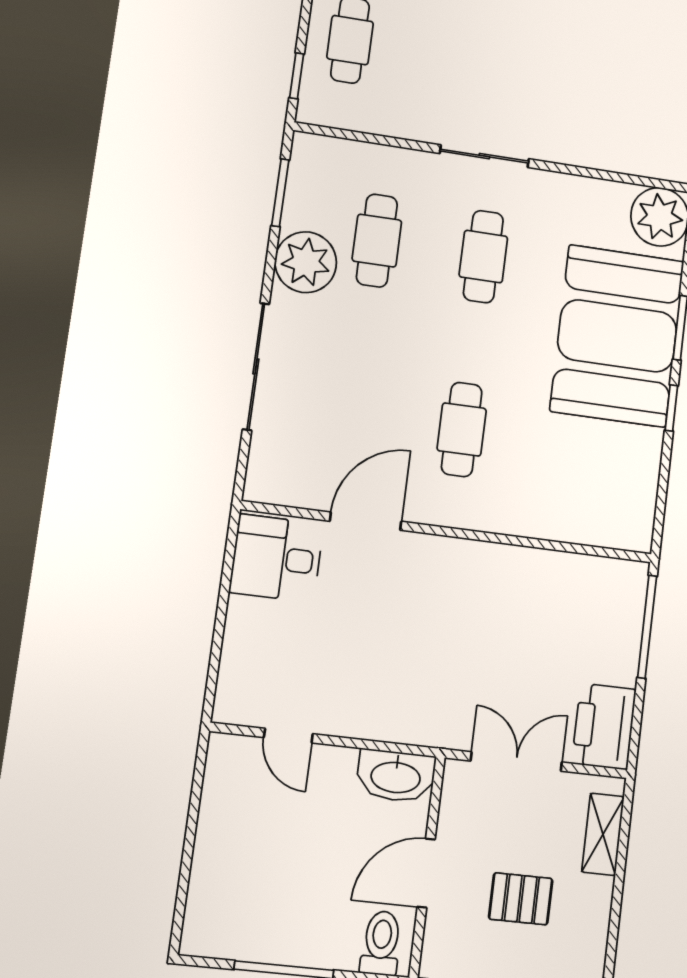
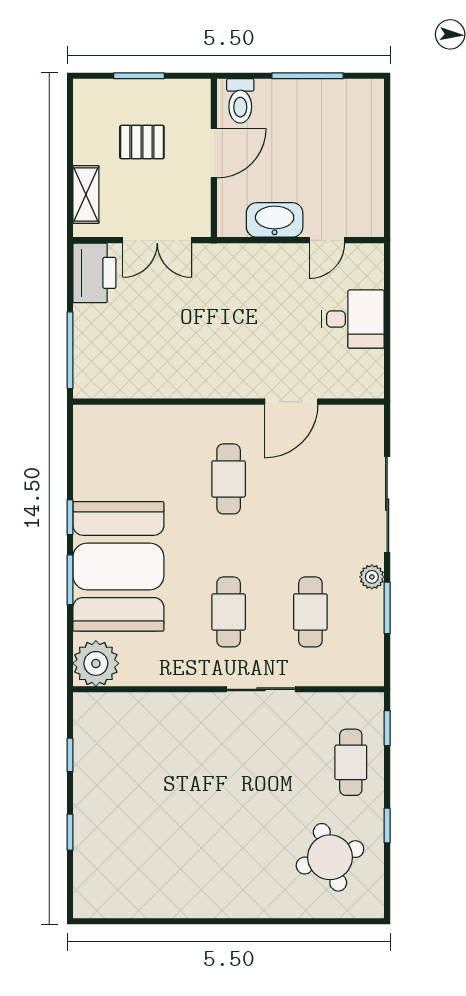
sliding door: (484, 156) -> (261, 689), moved
window: (280, 193) -> (387, 608), moved
plant: (306, 262) -> (372, 577), width x0.53, depth x0.53
desk: (276, 558) -> (353, 319), moved
door: (288, 736) -> (327, 240), swing flipped
washbasin: (396, 776) -> (275, 220), moved

